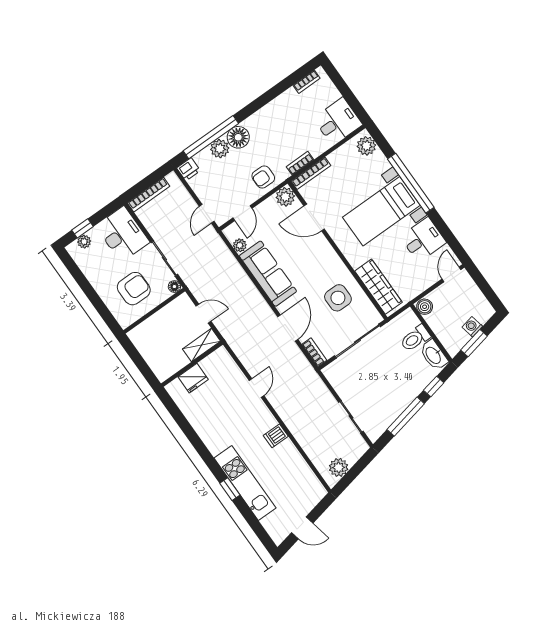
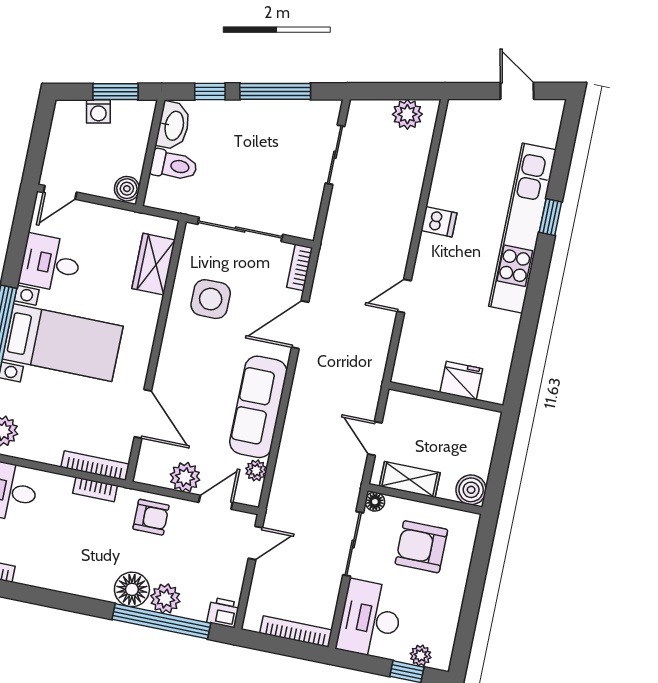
plant: (285, 197) -> (185, 477), moved
wardrobe: (378, 287) -> (154, 264), width x0.67
boiler: (139, 336) -> (471, 490), added
shelving: (202, 345) -> (410, 479), moved
kitchen unit: (245, 483) -> (522, 228), width x1.36

